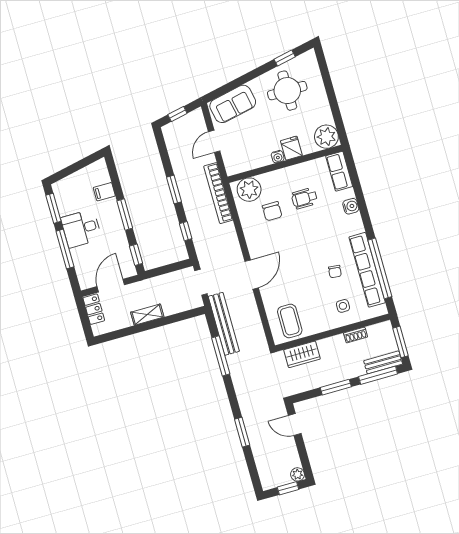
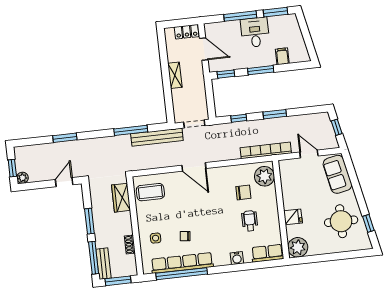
water cooler: (278, 157) -> (288, 204), removed
chair: (272, 211) -> (243, 192), turned 180

